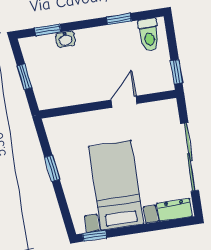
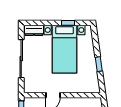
window: (95, 236) -> (68, 23), moved

